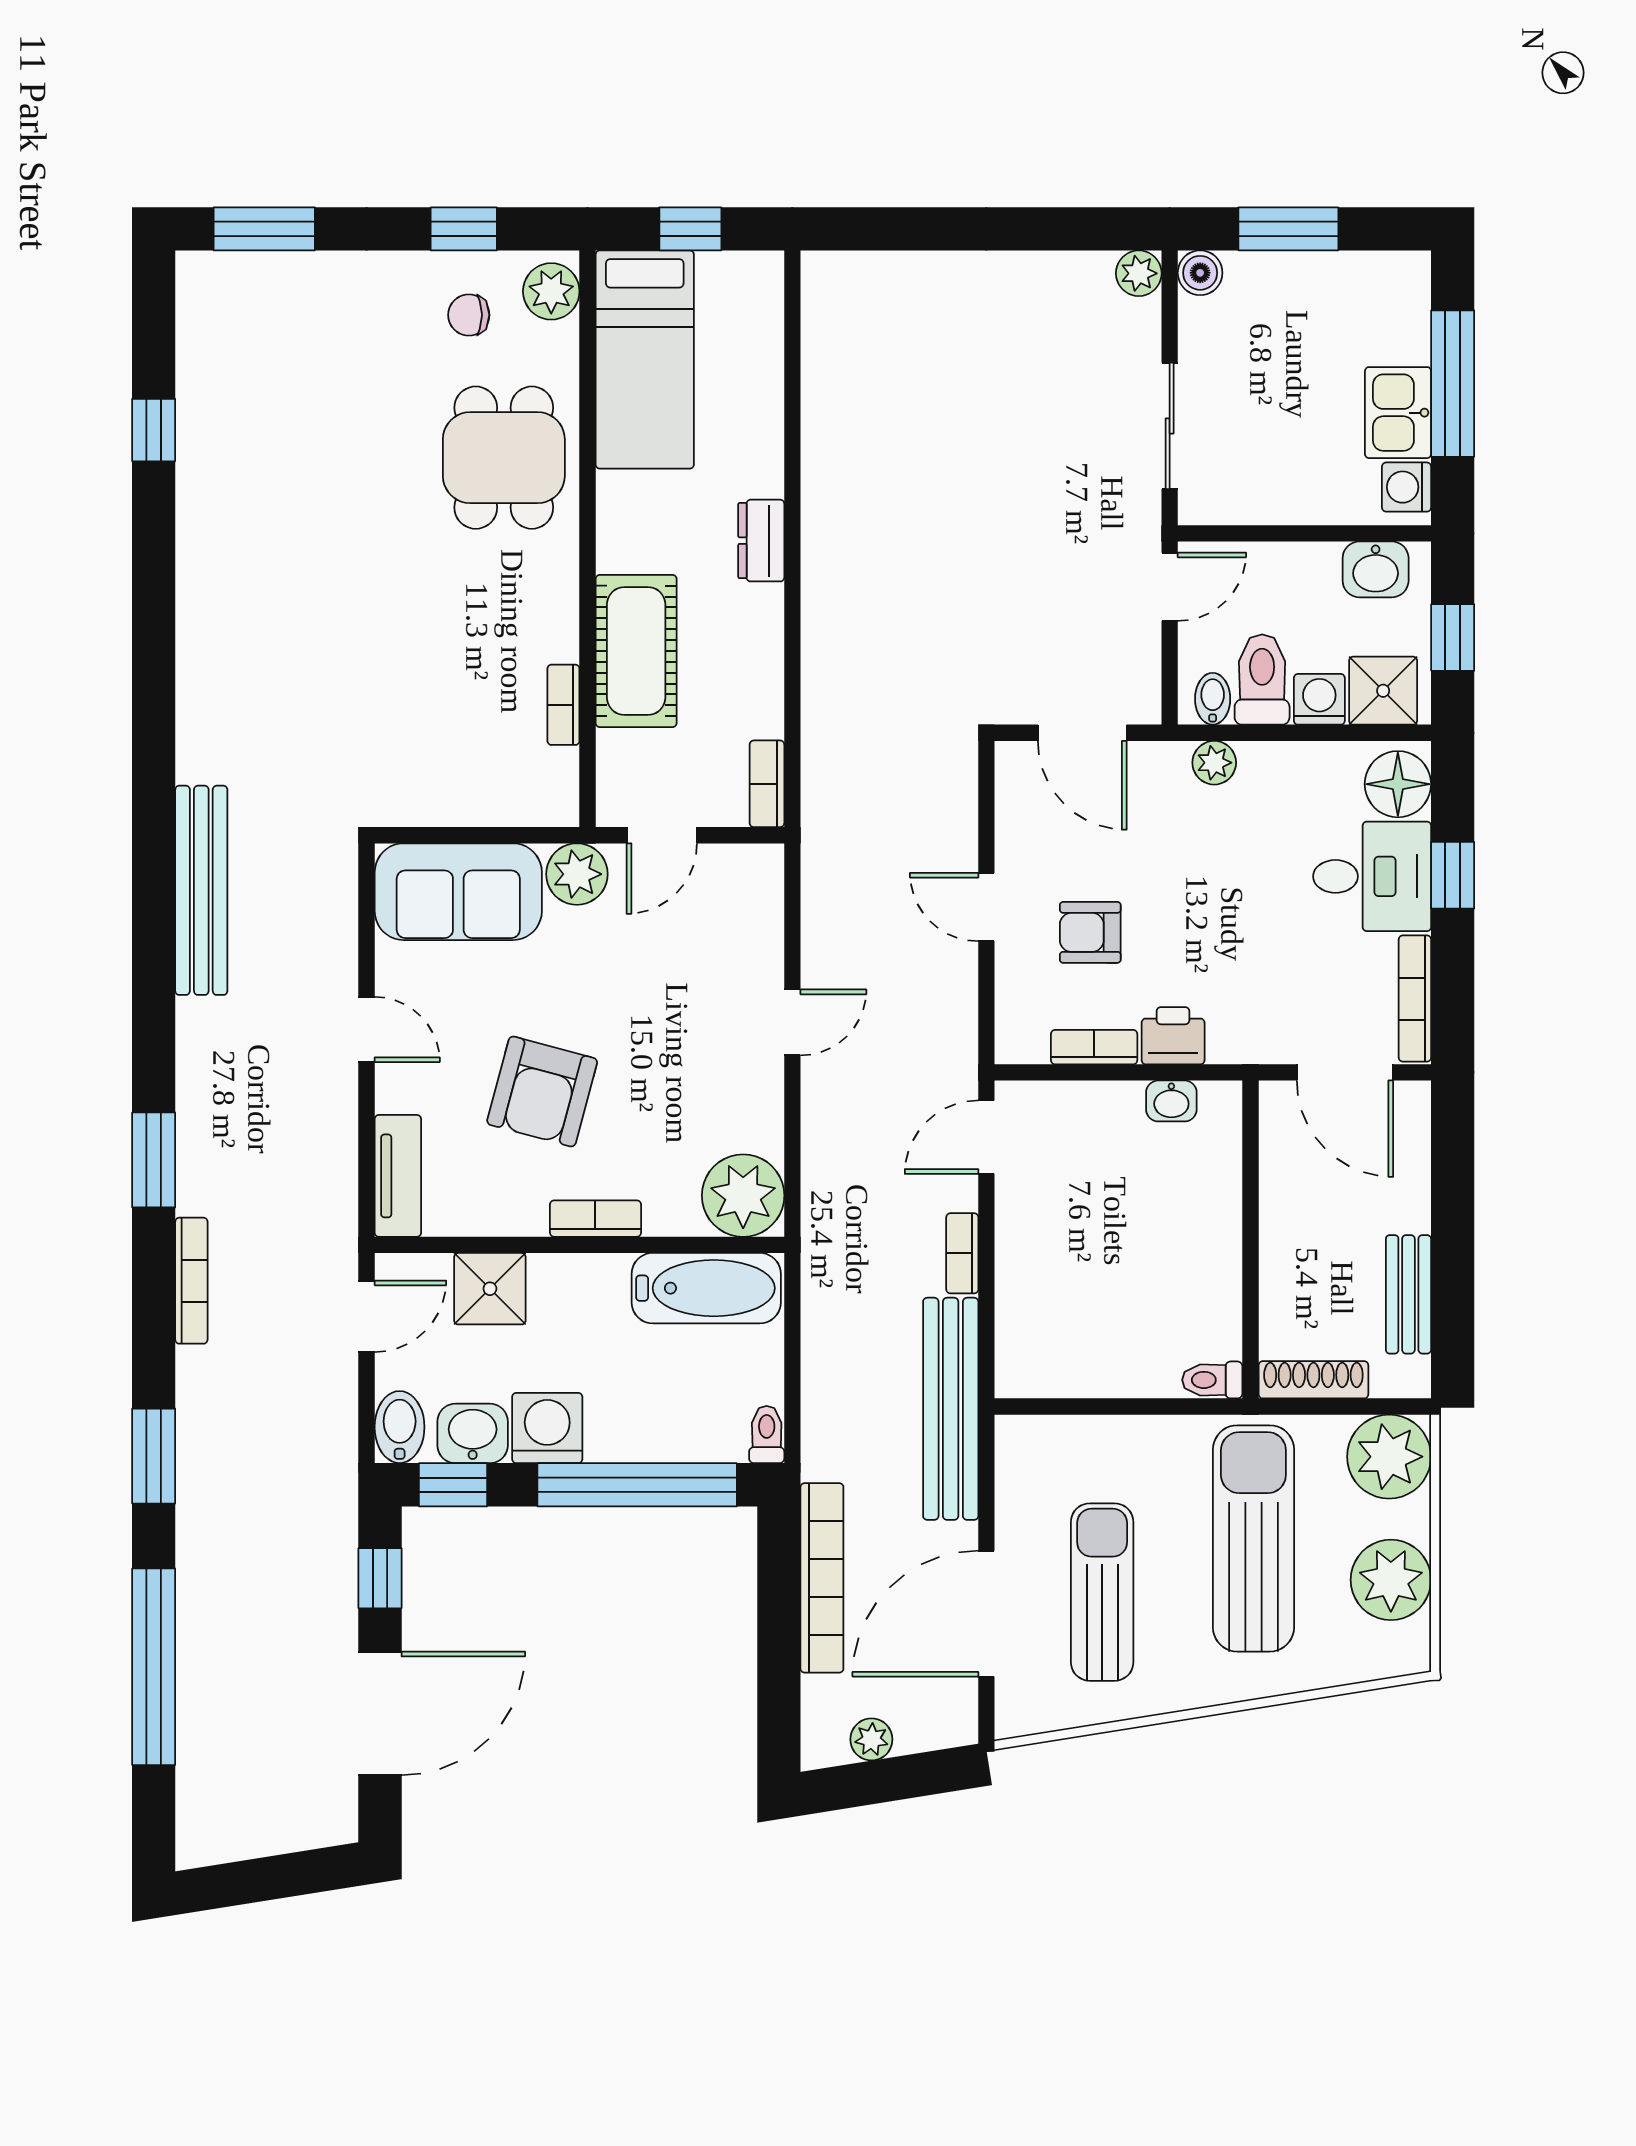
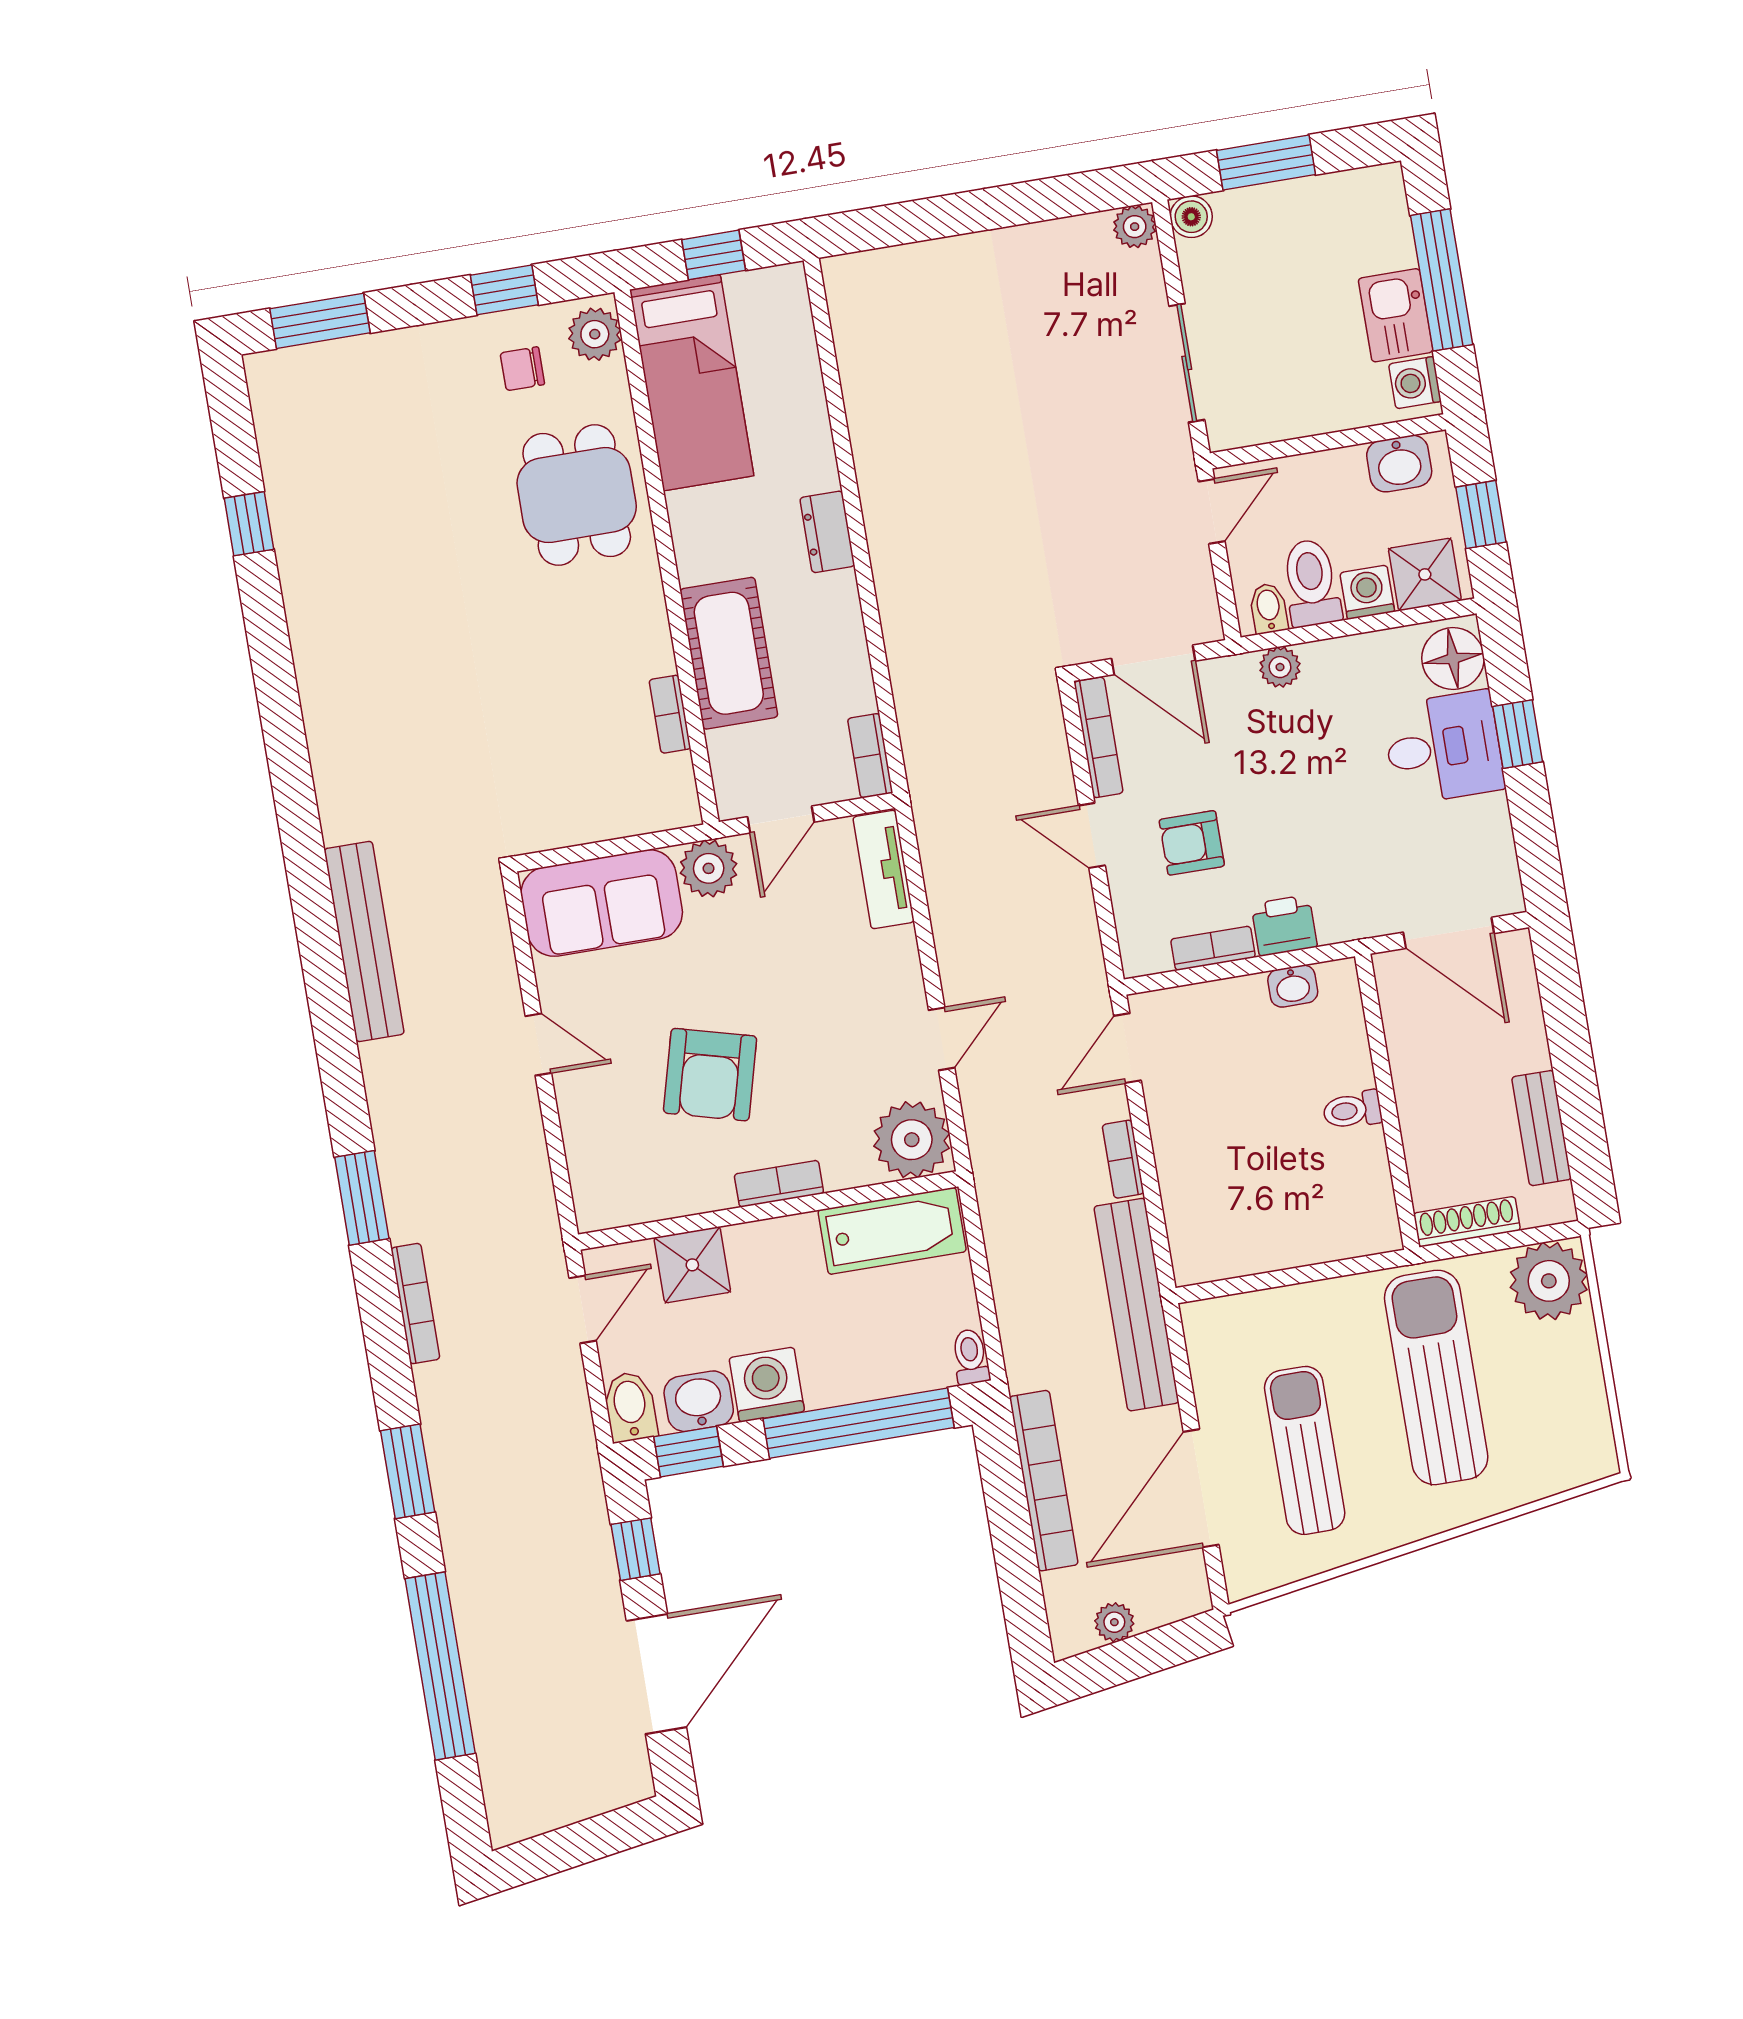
bookcase: (1415, 999) -> (1098, 737), moved, turned 180
door: (792, 1022) -> (942, 1039), moved
tv unit: (398, 1176) -> (884, 869), moved, turned 180
toilet: (1212, 1380) -> (1352, 1110), moved
plant: (1391, 1580) -> (1569, 1395), removed

